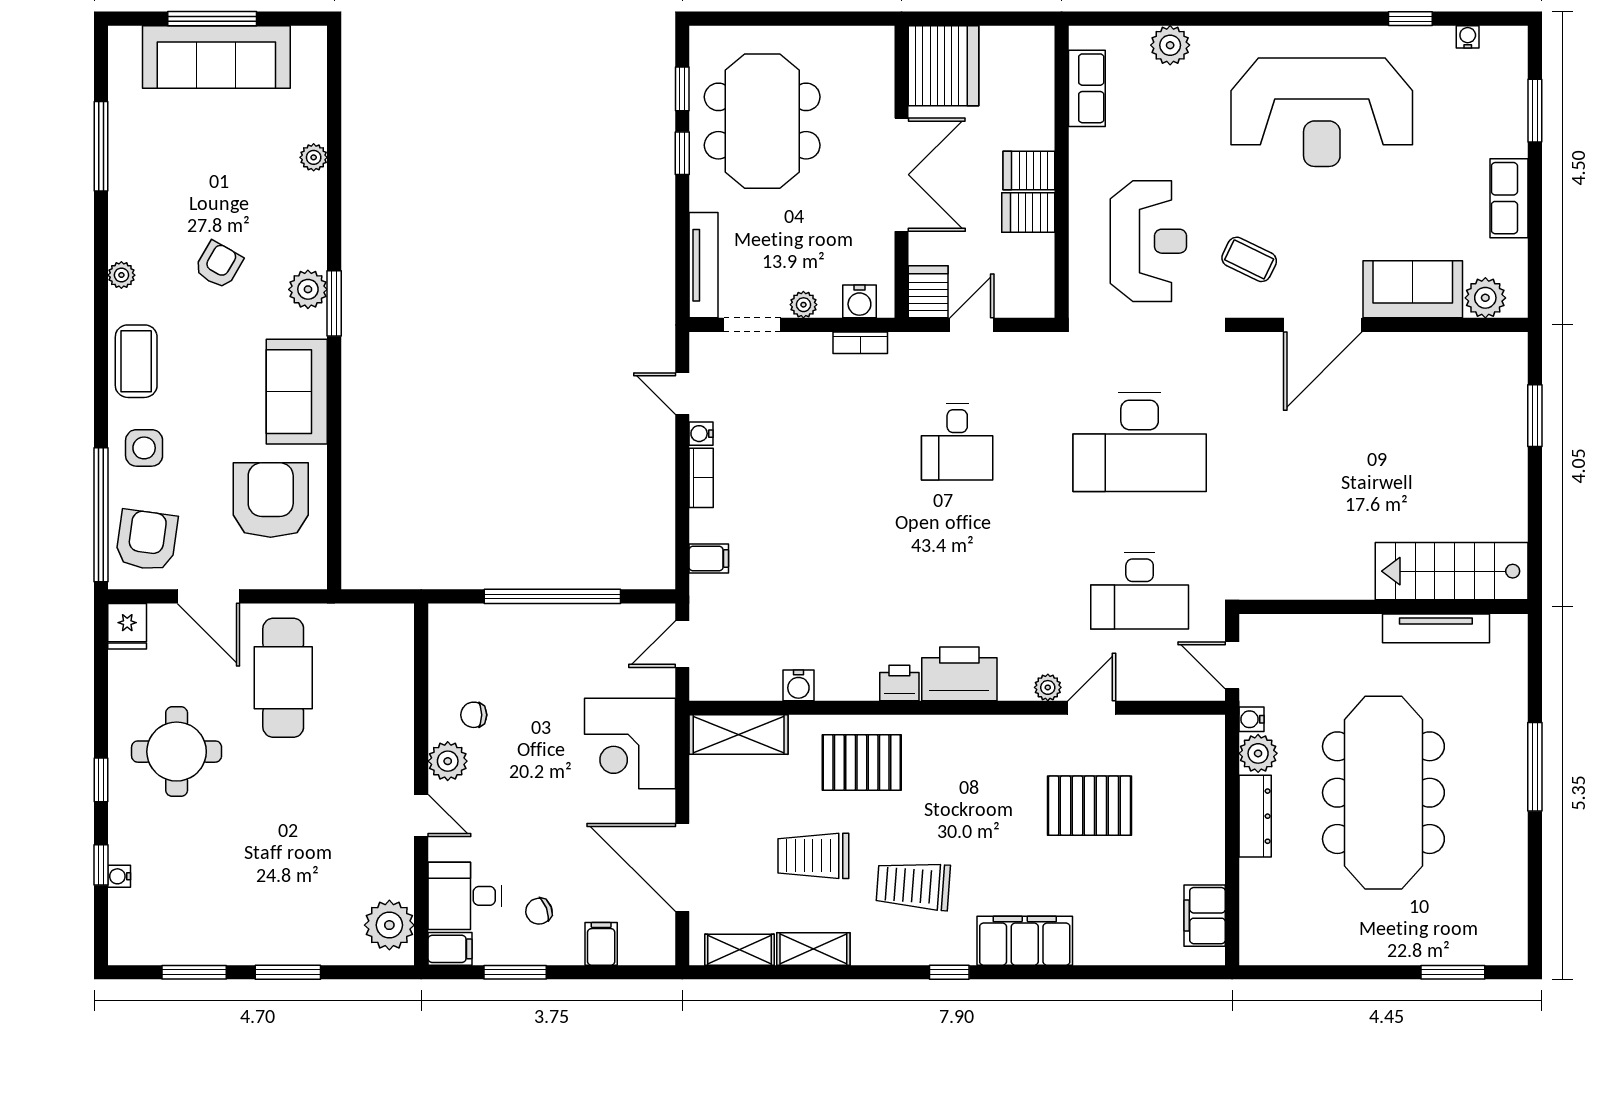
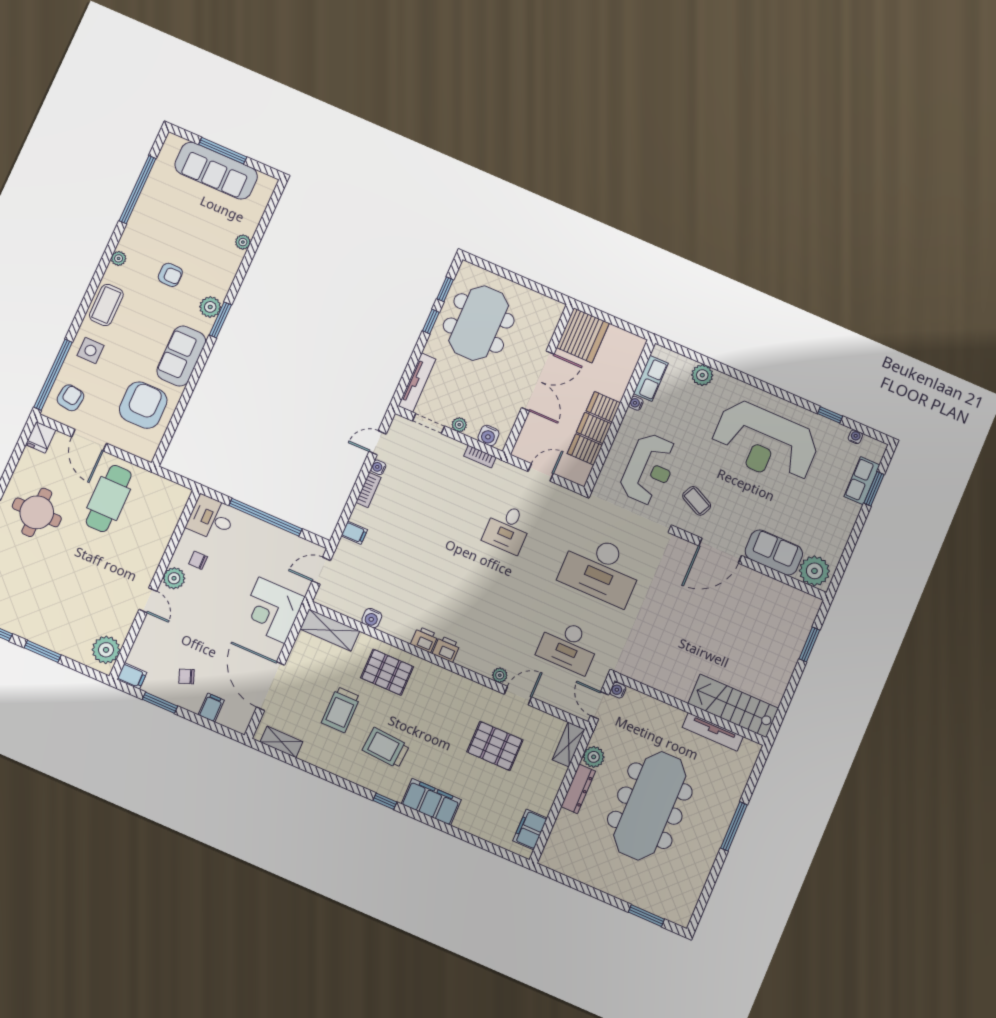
water cooler: (1080, 141) -> (636, 403), added
window: (101, 146) -> (138, 190), width x1.46
row of seats: (1509, 198) -> (862, 481), moved
armchair: (219, 265) -> (170, 275), turned 60
server rack: (928, 292) -> (585, 449), moved, turned -90
plant: (1485, 298) -> (814, 571), width x1.36, depth x1.36
door: (682, 394) -> (378, 443), hinge flipped
armchair: (147, 540) -> (70, 398), width x0.72, depth x0.72
printer: (959, 674) -> (446, 649), width x0.53, depth x0.68
water cooler: (1251, 719) -> (618, 690), moved
trolley: (813, 856) -> (341, 710), turned -90
desk: (465, 896) -> (211, 518), moved
shelving: (813, 949) -> (569, 745), moved, turned 90

